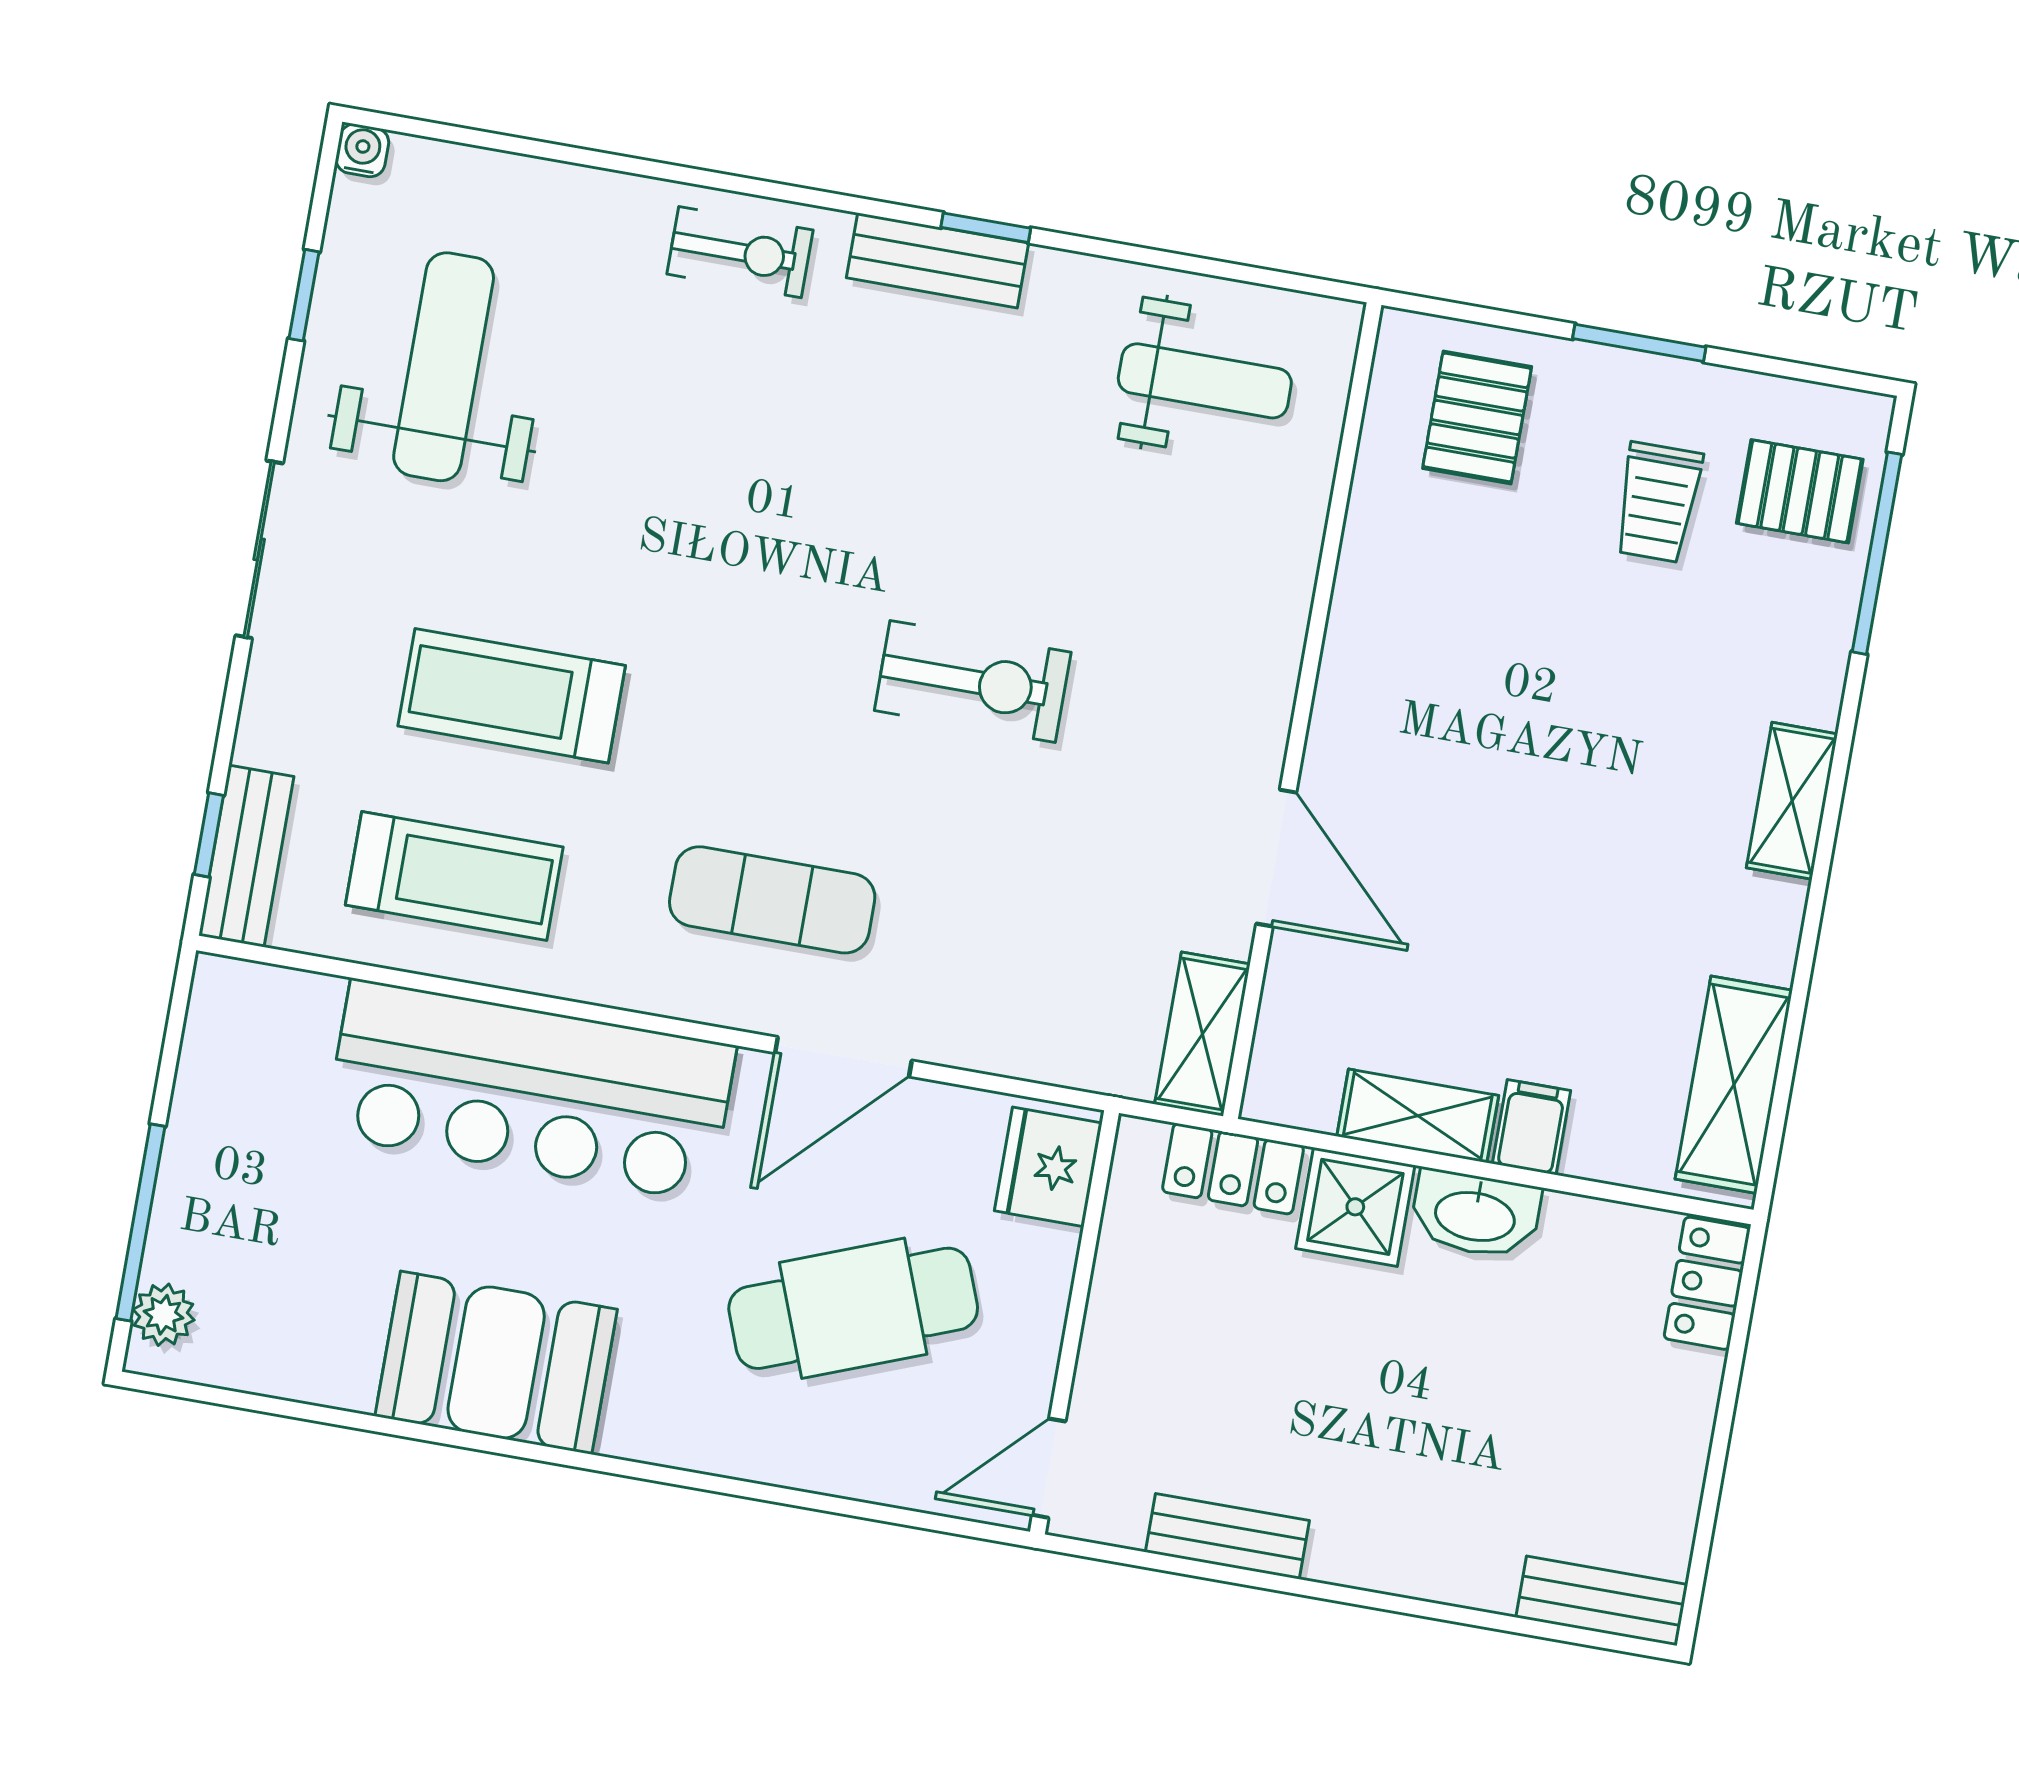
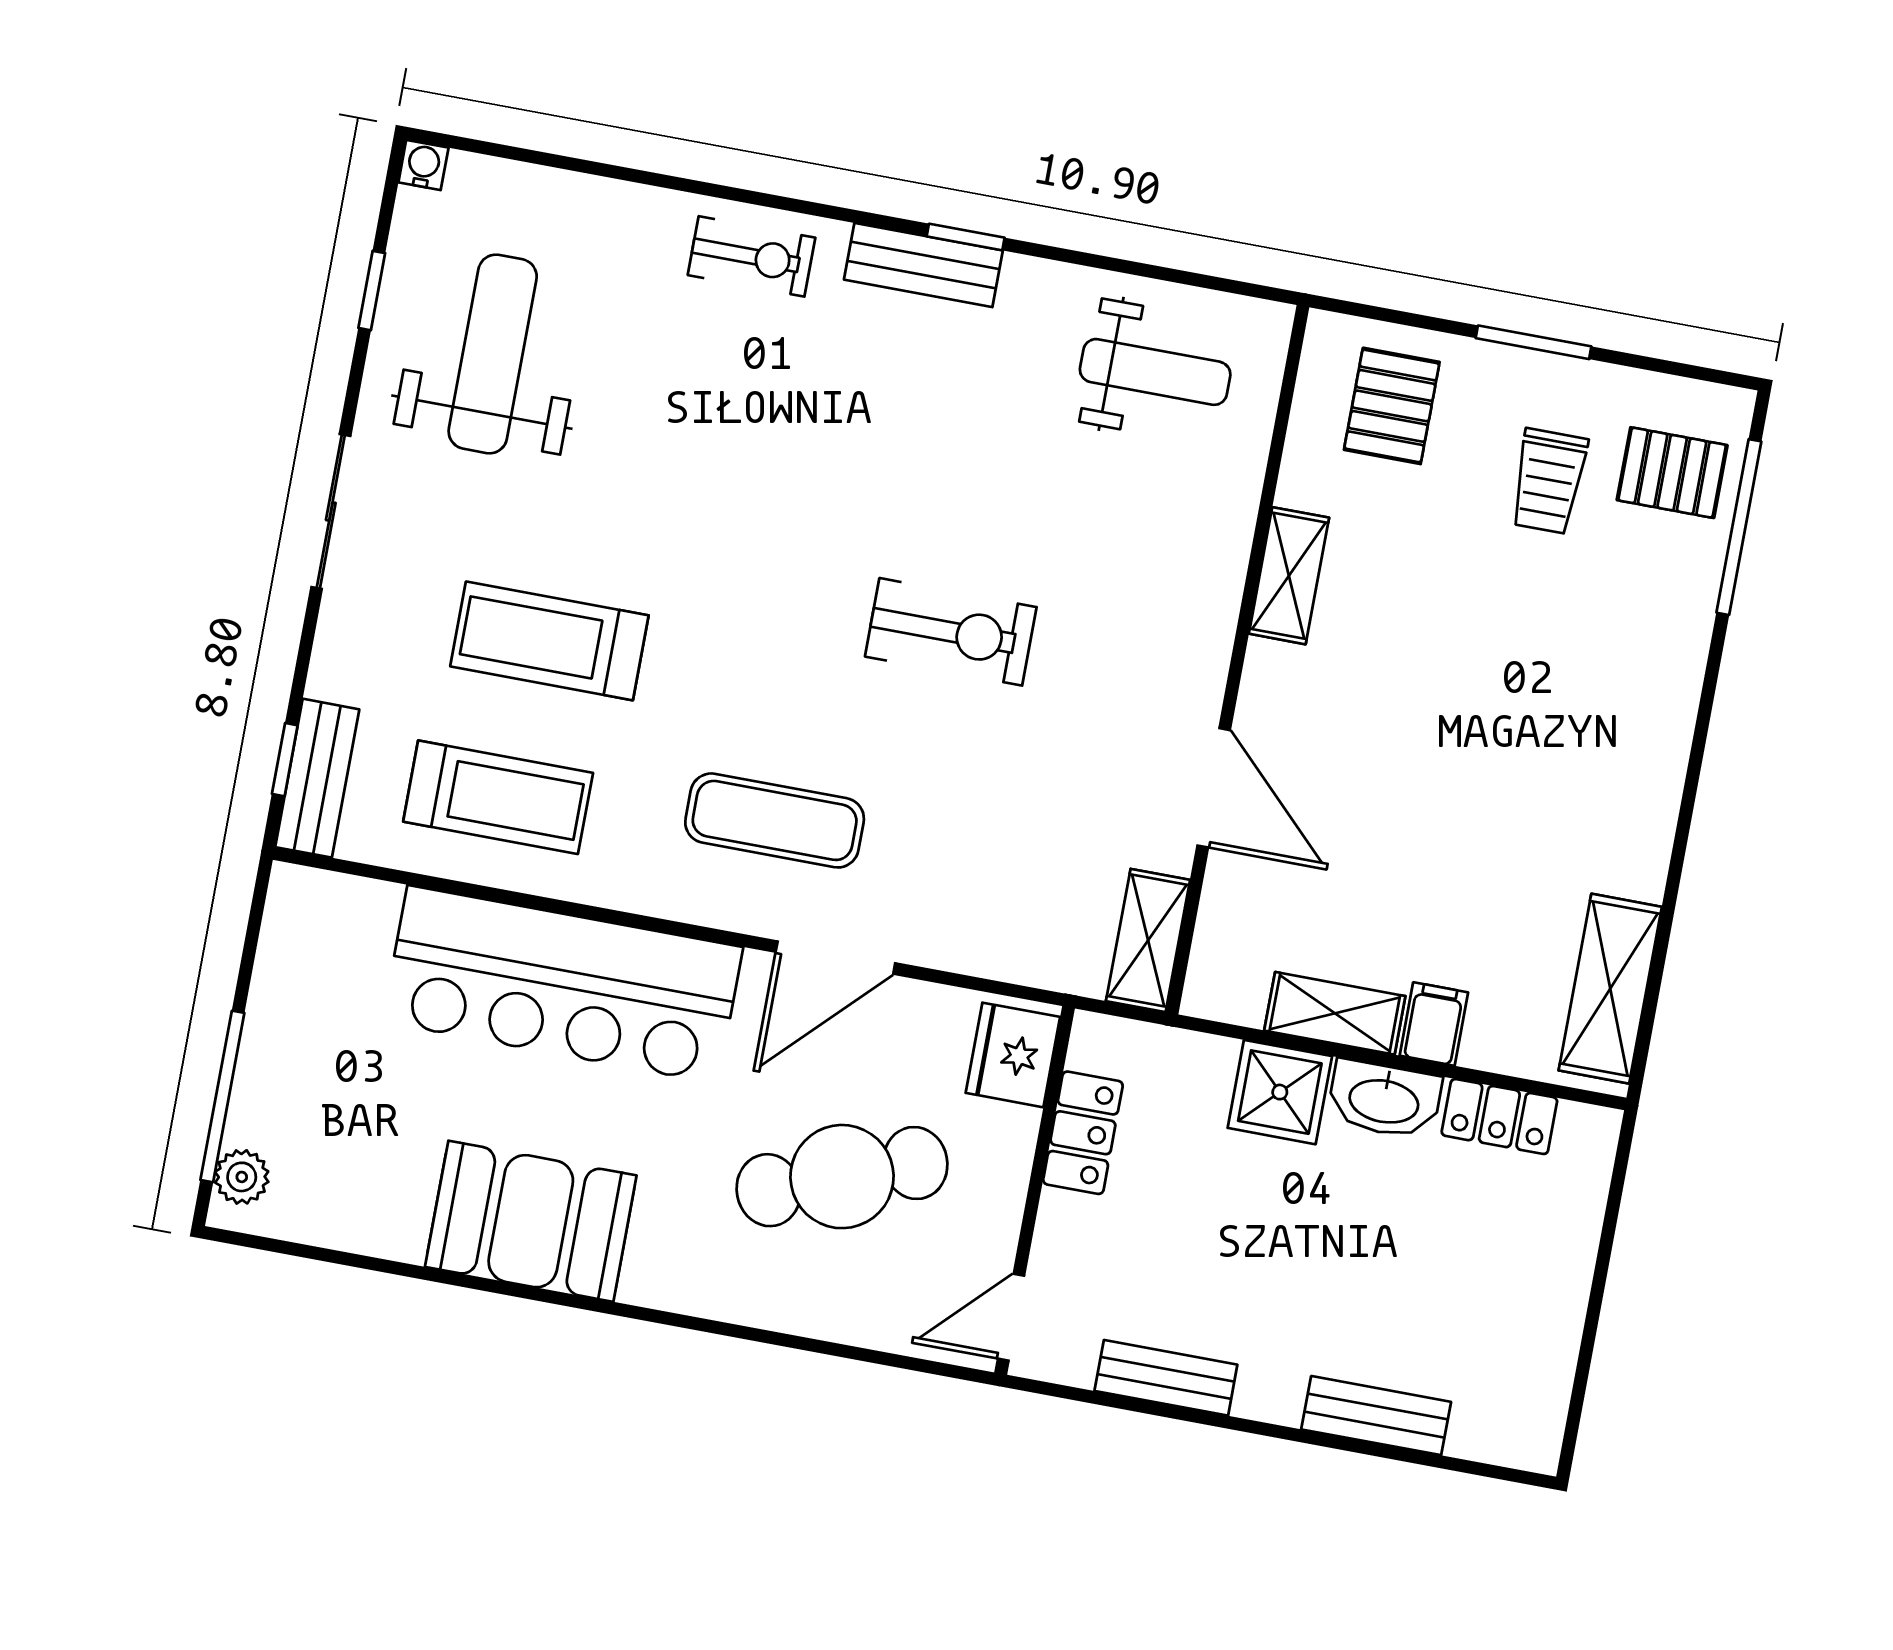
shelving: (1792, 801) -> (1289, 576), moved
locker: (1233, 1169) -> (1083, 1133), moved, turned -90
locker: (1707, 1283) -> (1499, 1117), moved, turned -90
bench: (1602, 1601) -> (1376, 1416), moved

